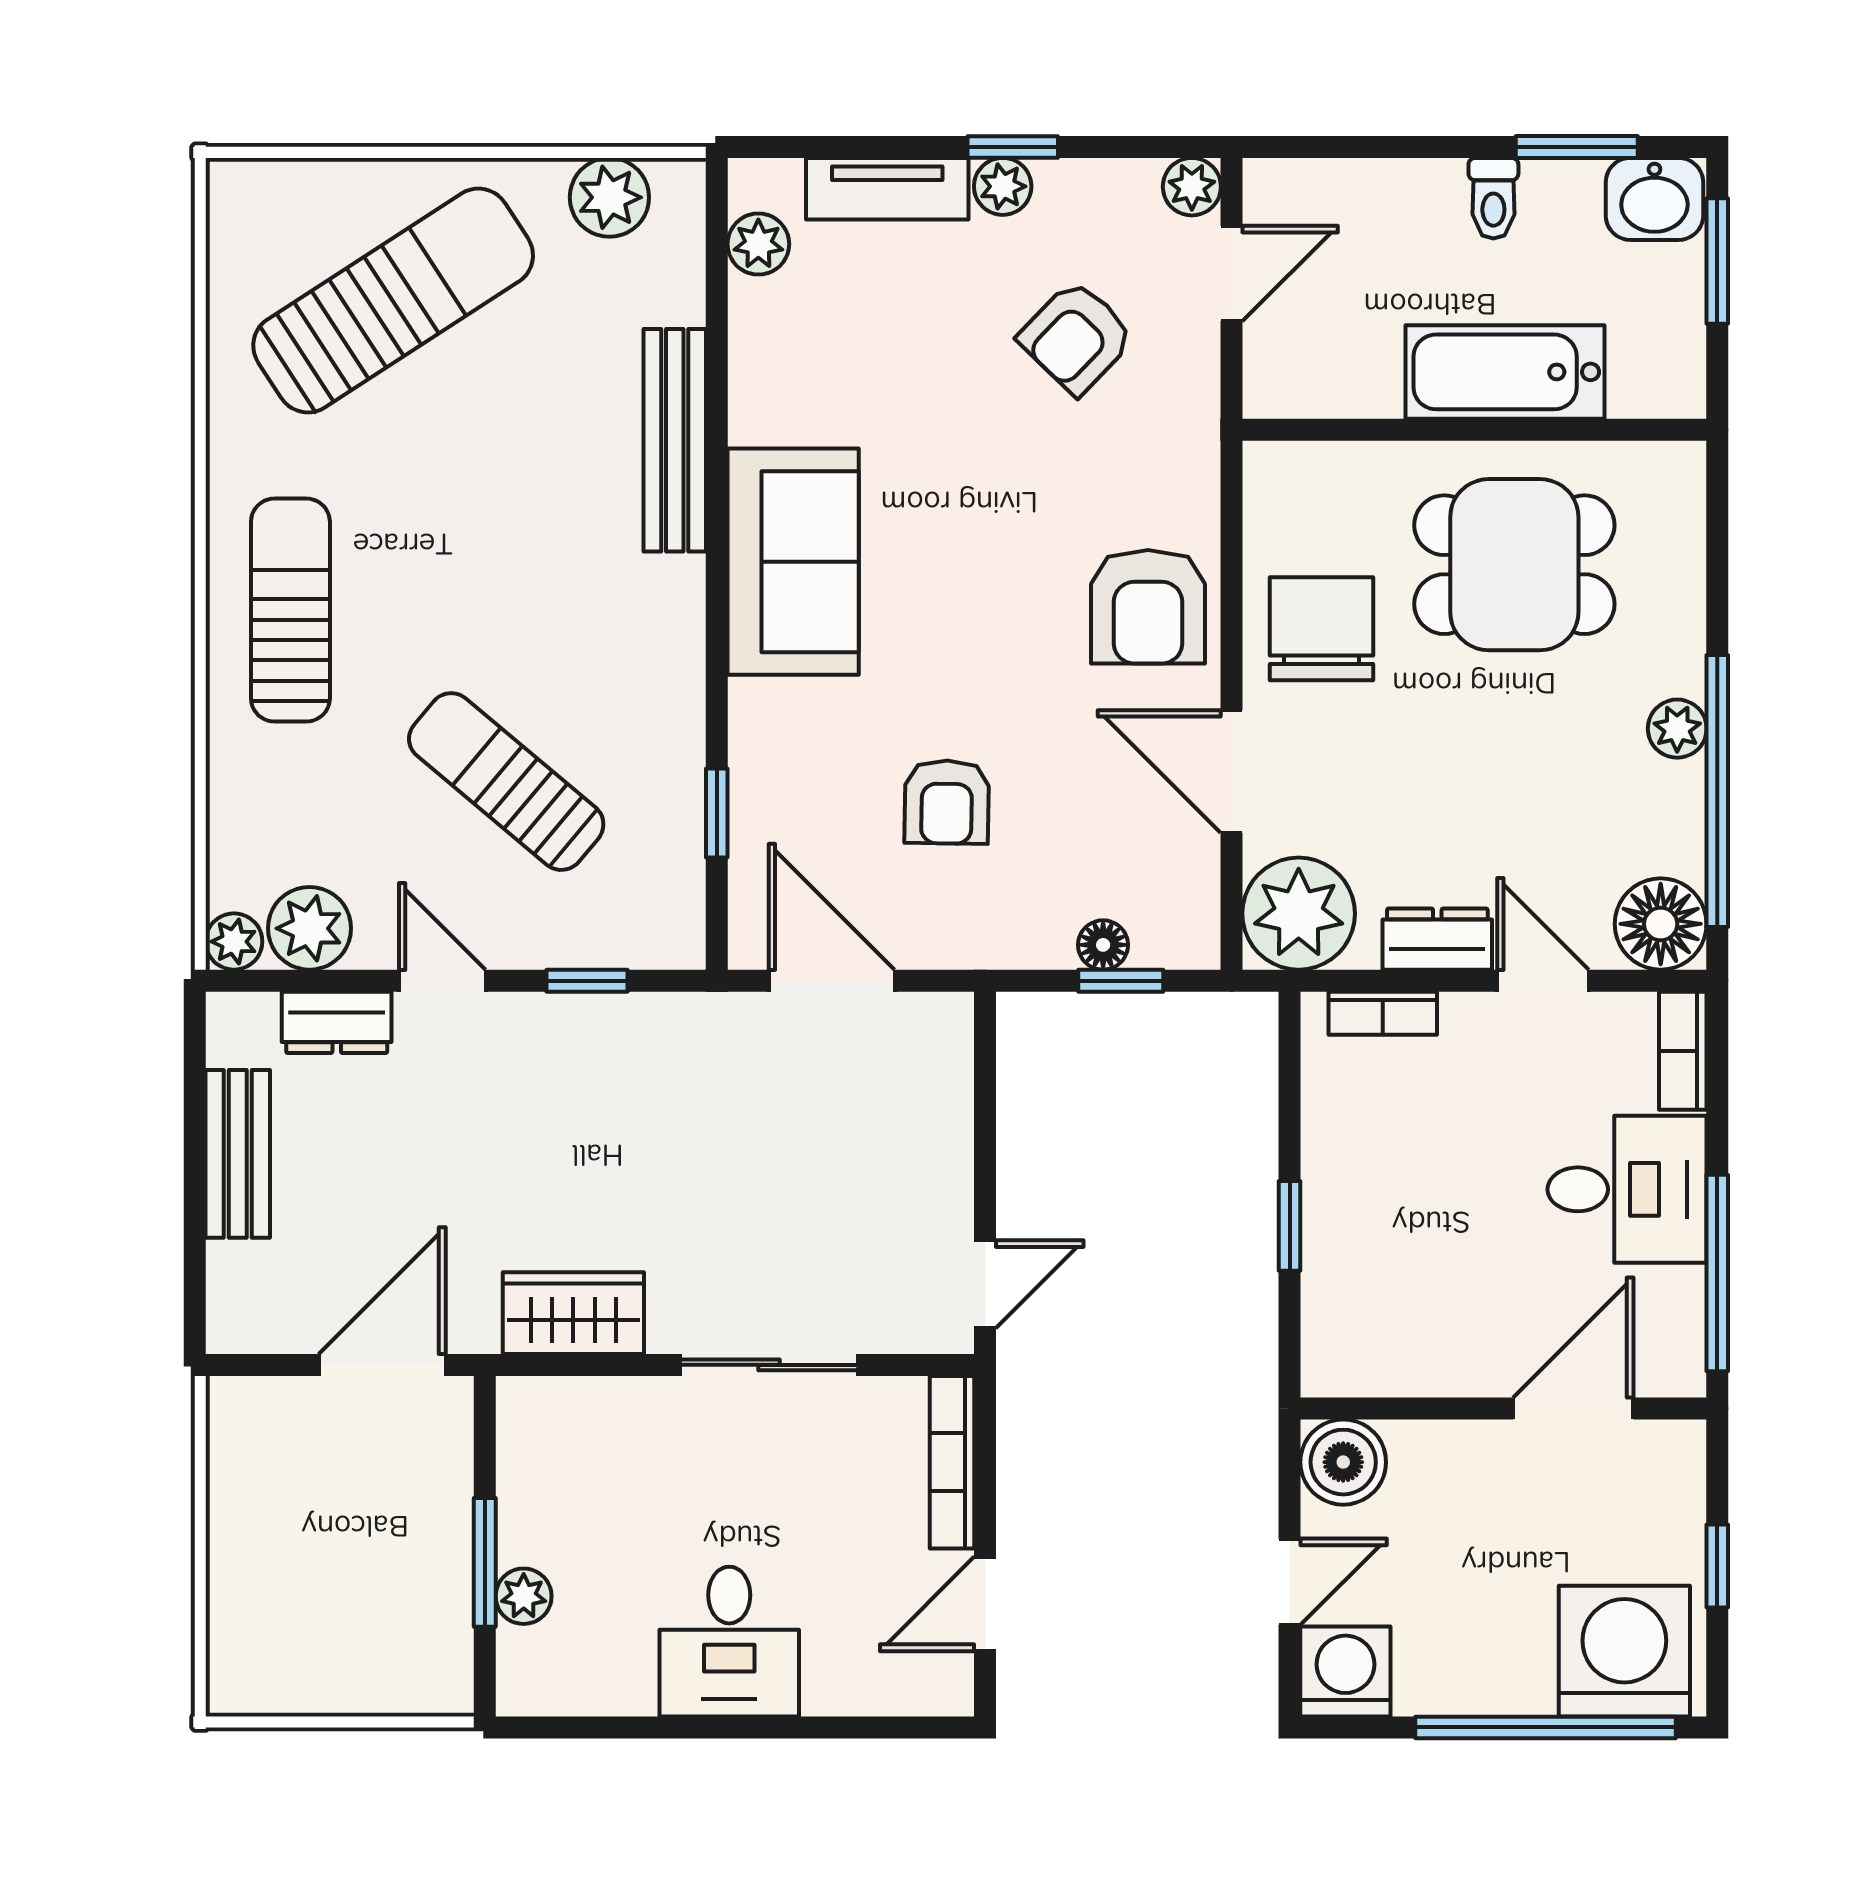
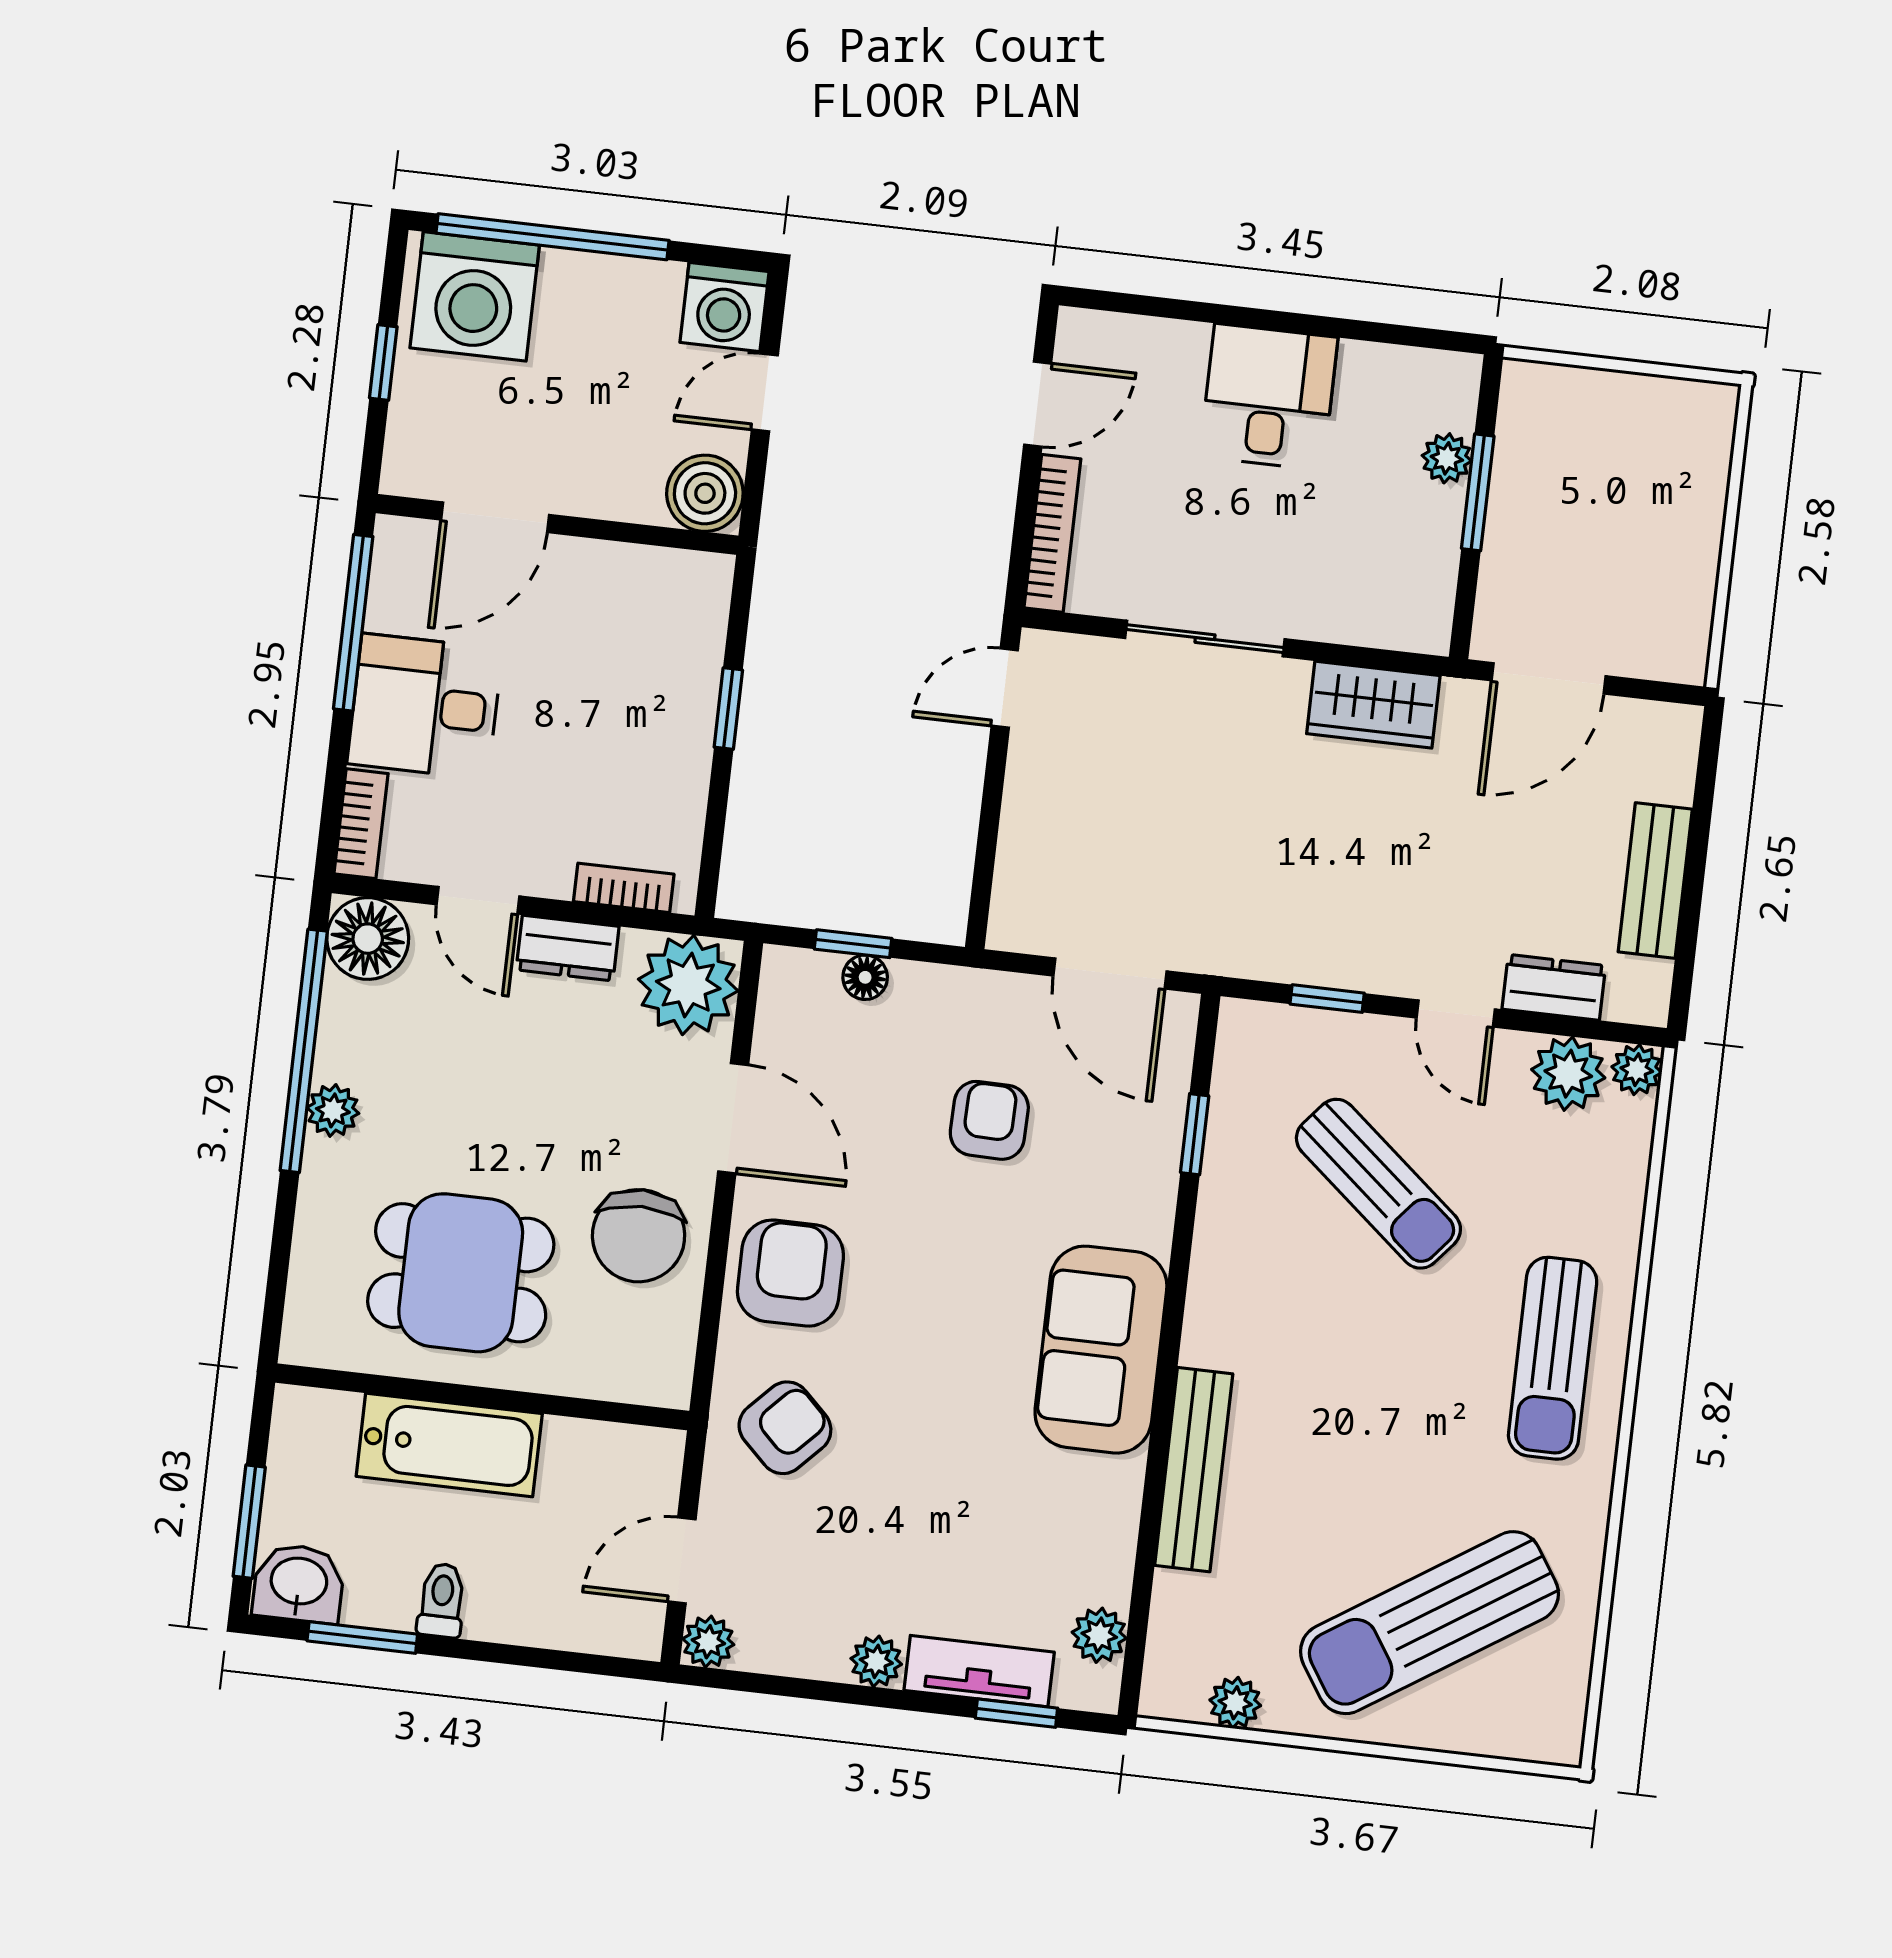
window: (1013, 147) -> (1016, 1713), moved
plant: (609, 197) -> (1235, 1703), width x0.73, depth x0.73
armchair: (1077, 337) -> (785, 1428), moved

